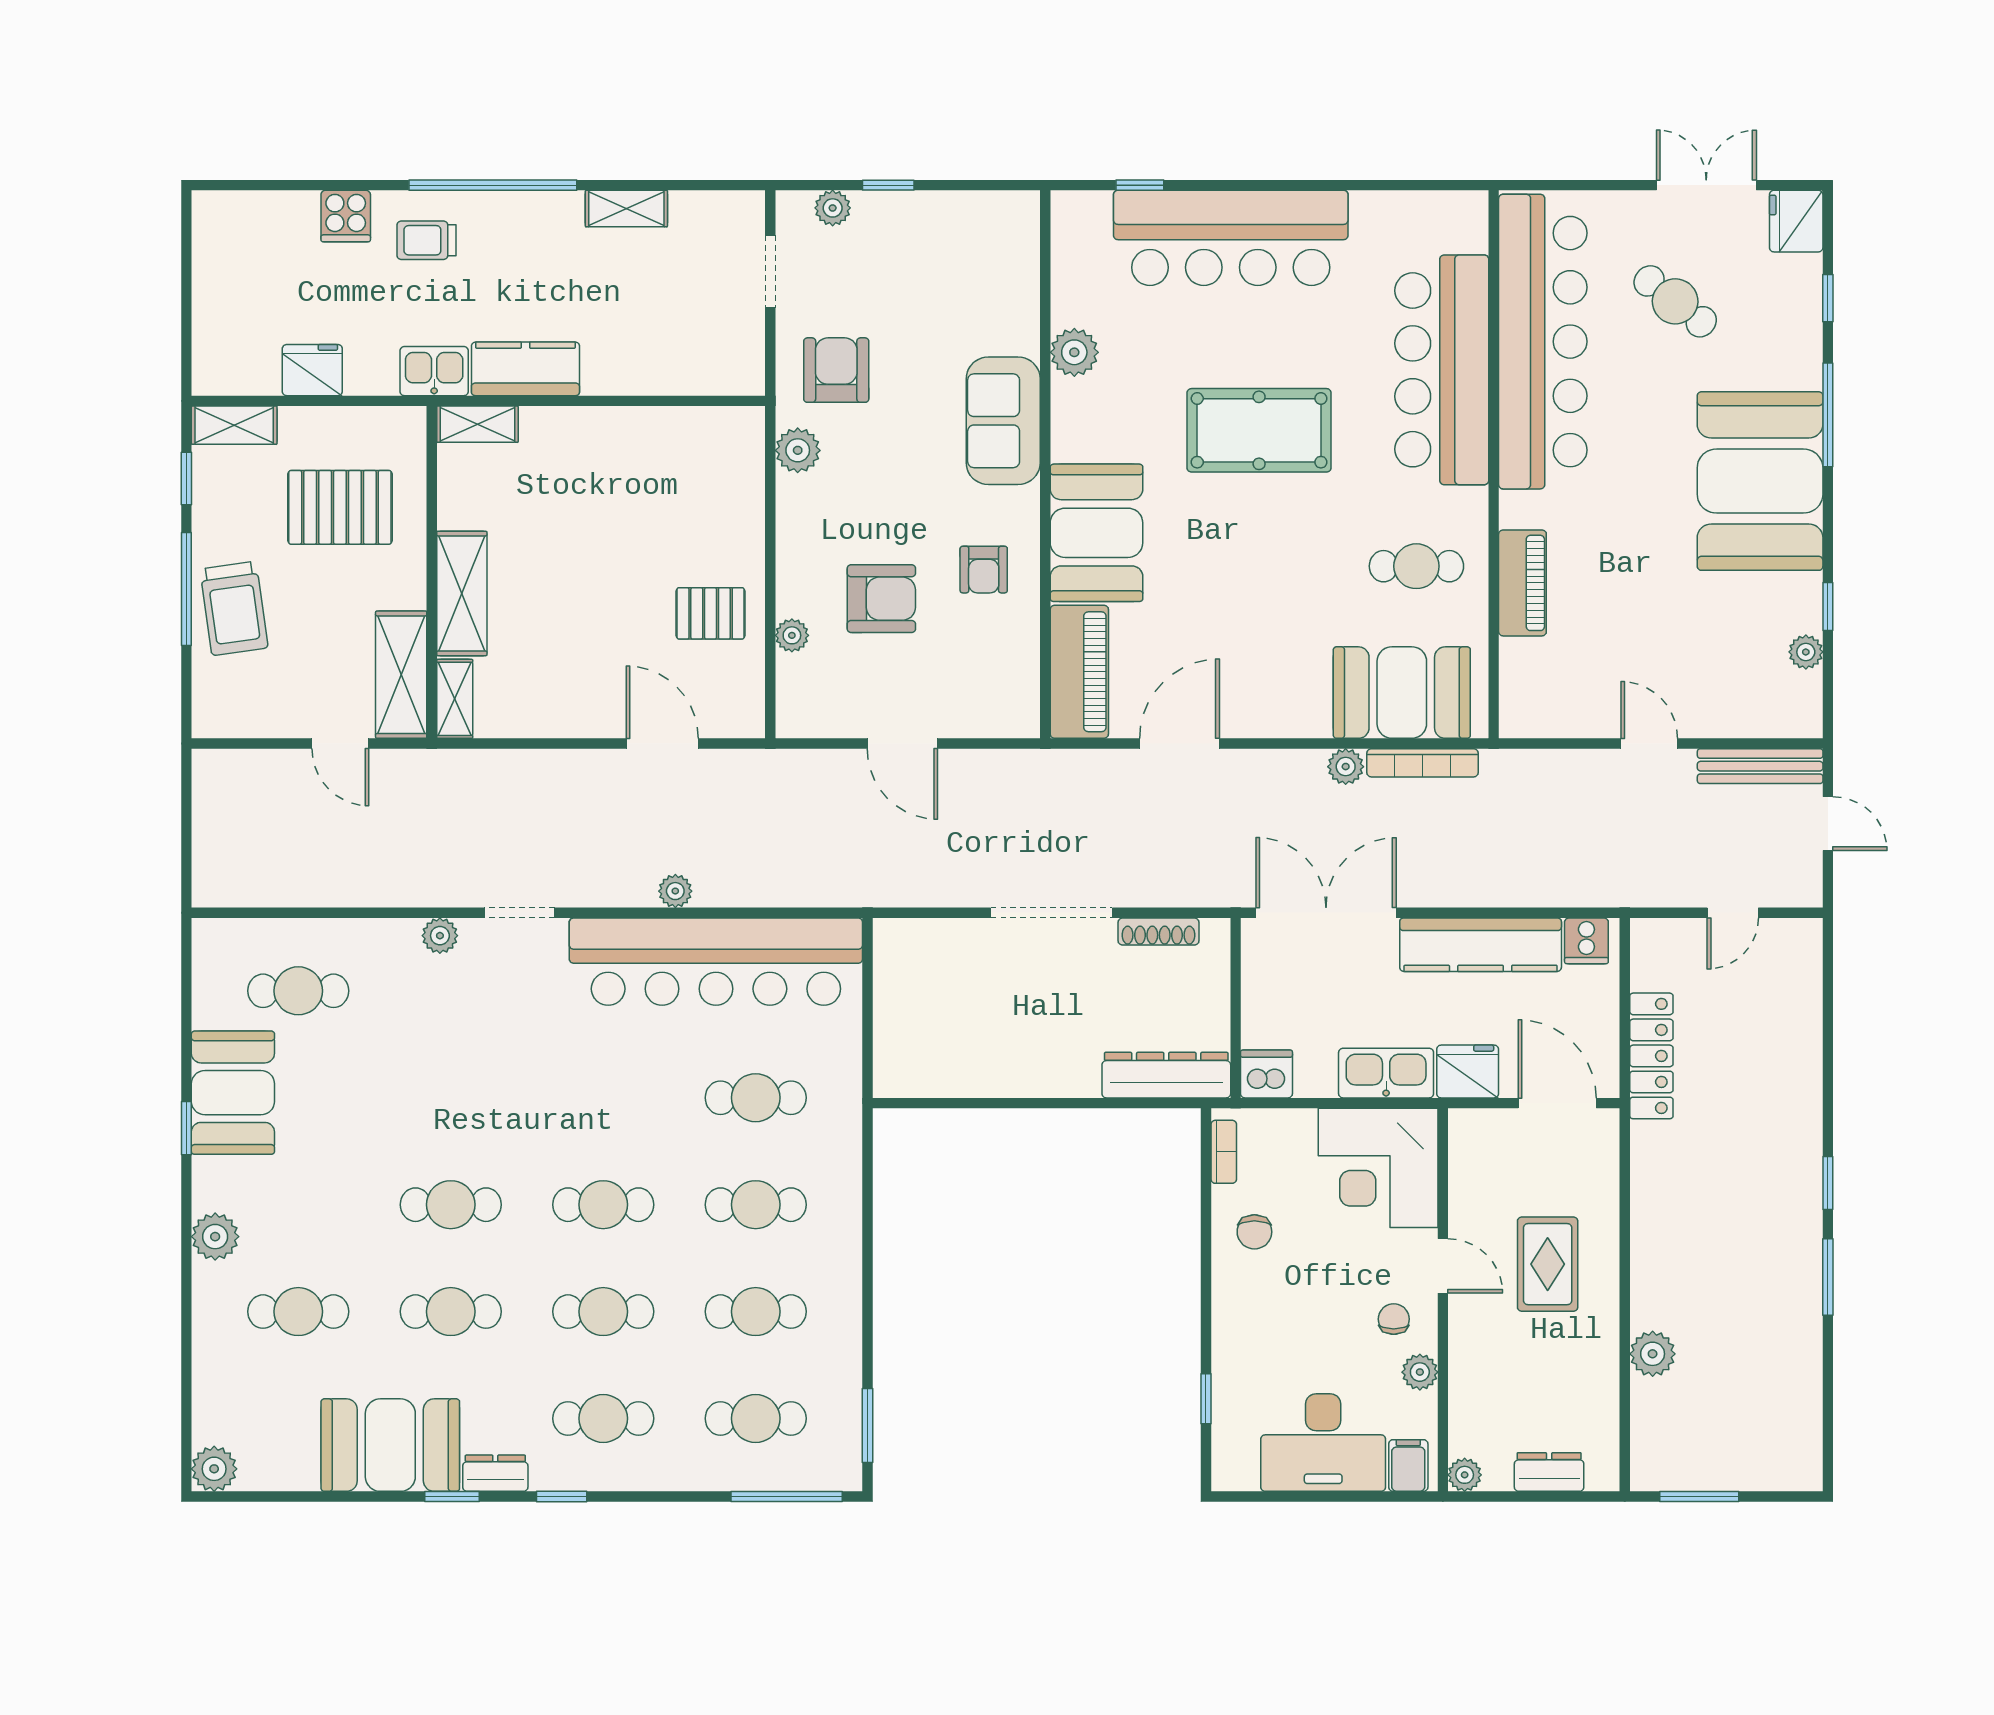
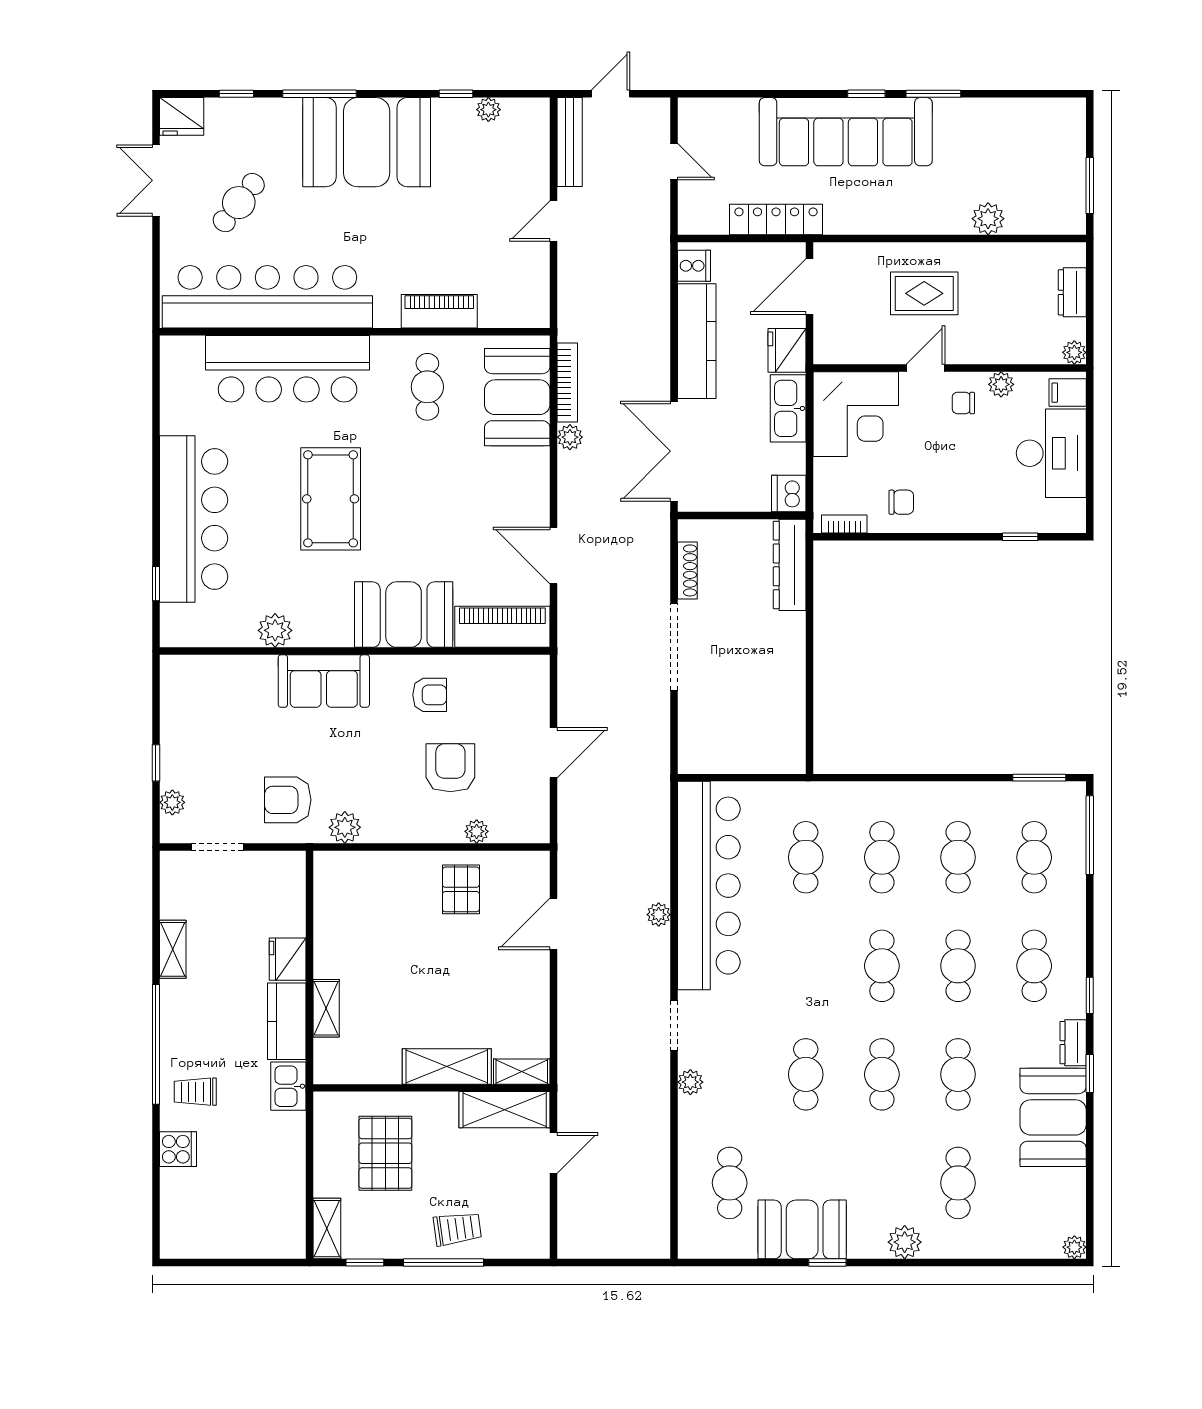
trolley: (427, 240) -> (195, 1092), turned 90
fridge: (312, 370) -> (288, 959), moved
shelving: (477, 424) -> (326, 1008), moved
trolley: (234, 608) -> (457, 1229), width x0.73, depth x0.72
cafe table: (451, 1098) -> (806, 1074), added
sofa: (1775, 1154) -> (846, 132), added
plant: (214, 1469) -> (1074, 1247), width x0.73, depth x0.73

